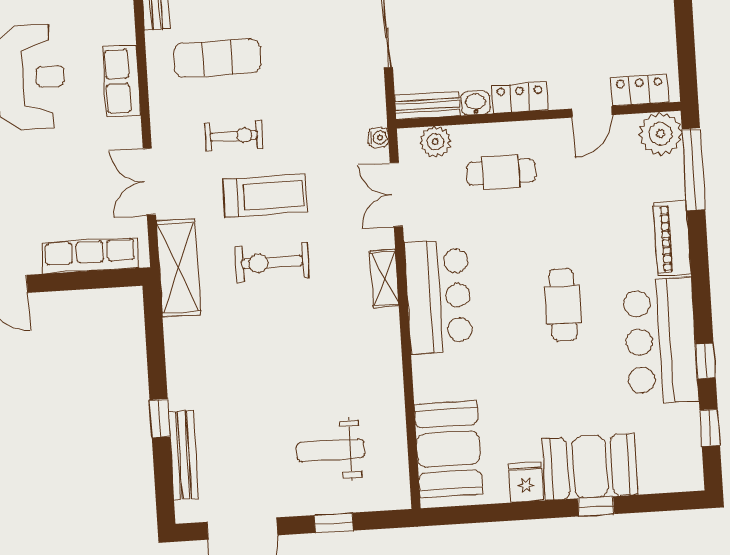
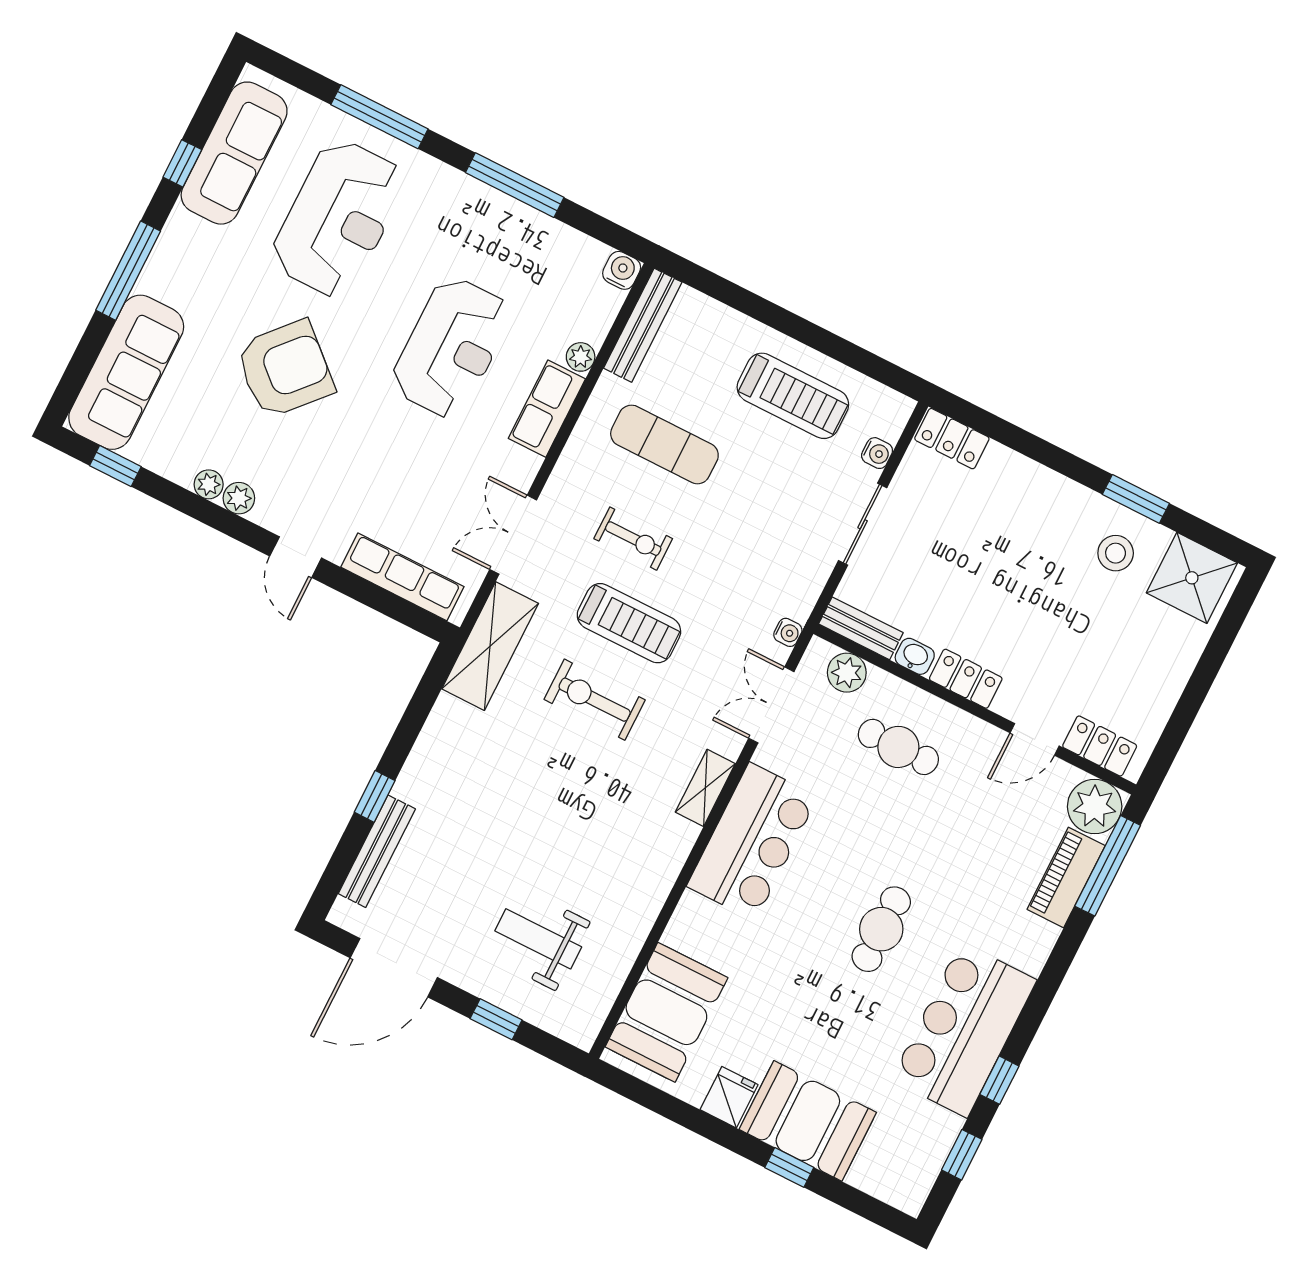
plant: (124, 32) -> (581, 357), added
piano: (672, 238) -> (1066, 877), moved

